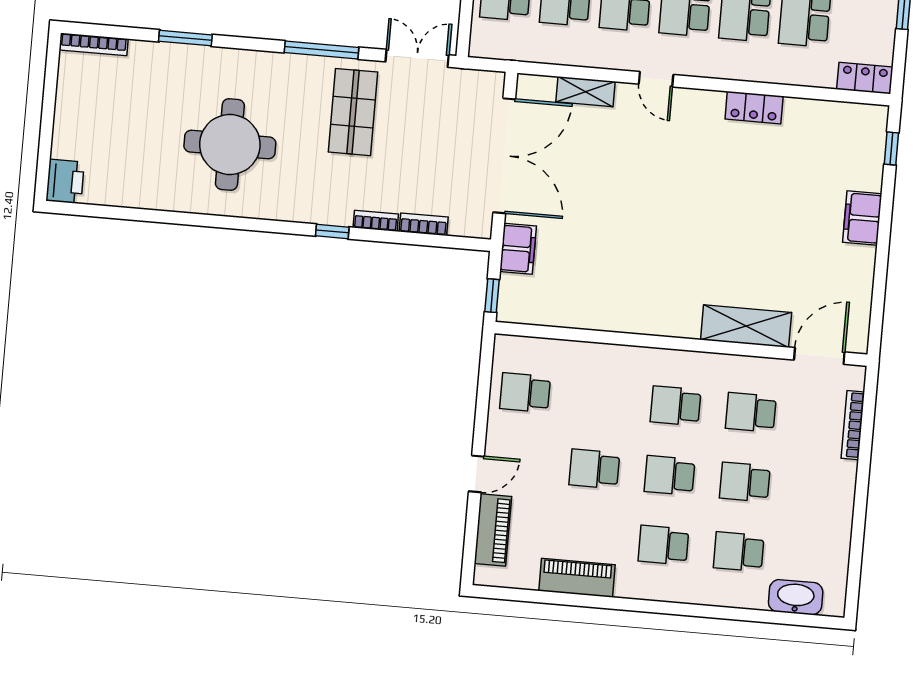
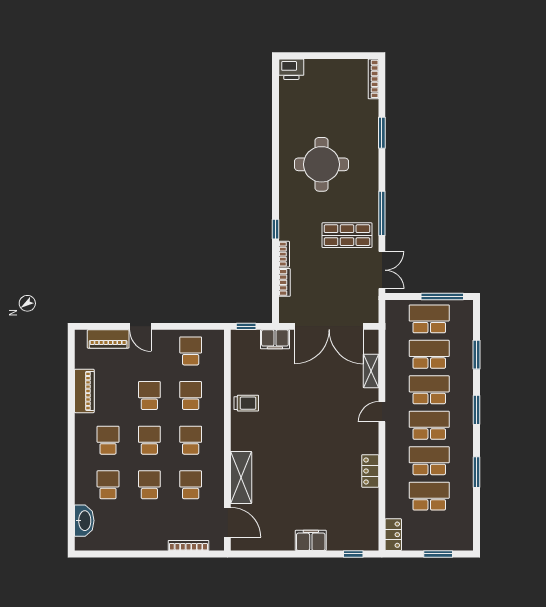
trolley: (621, 307) -> (246, 403), added
school desk: (600, 399) -> (191, 396), added

